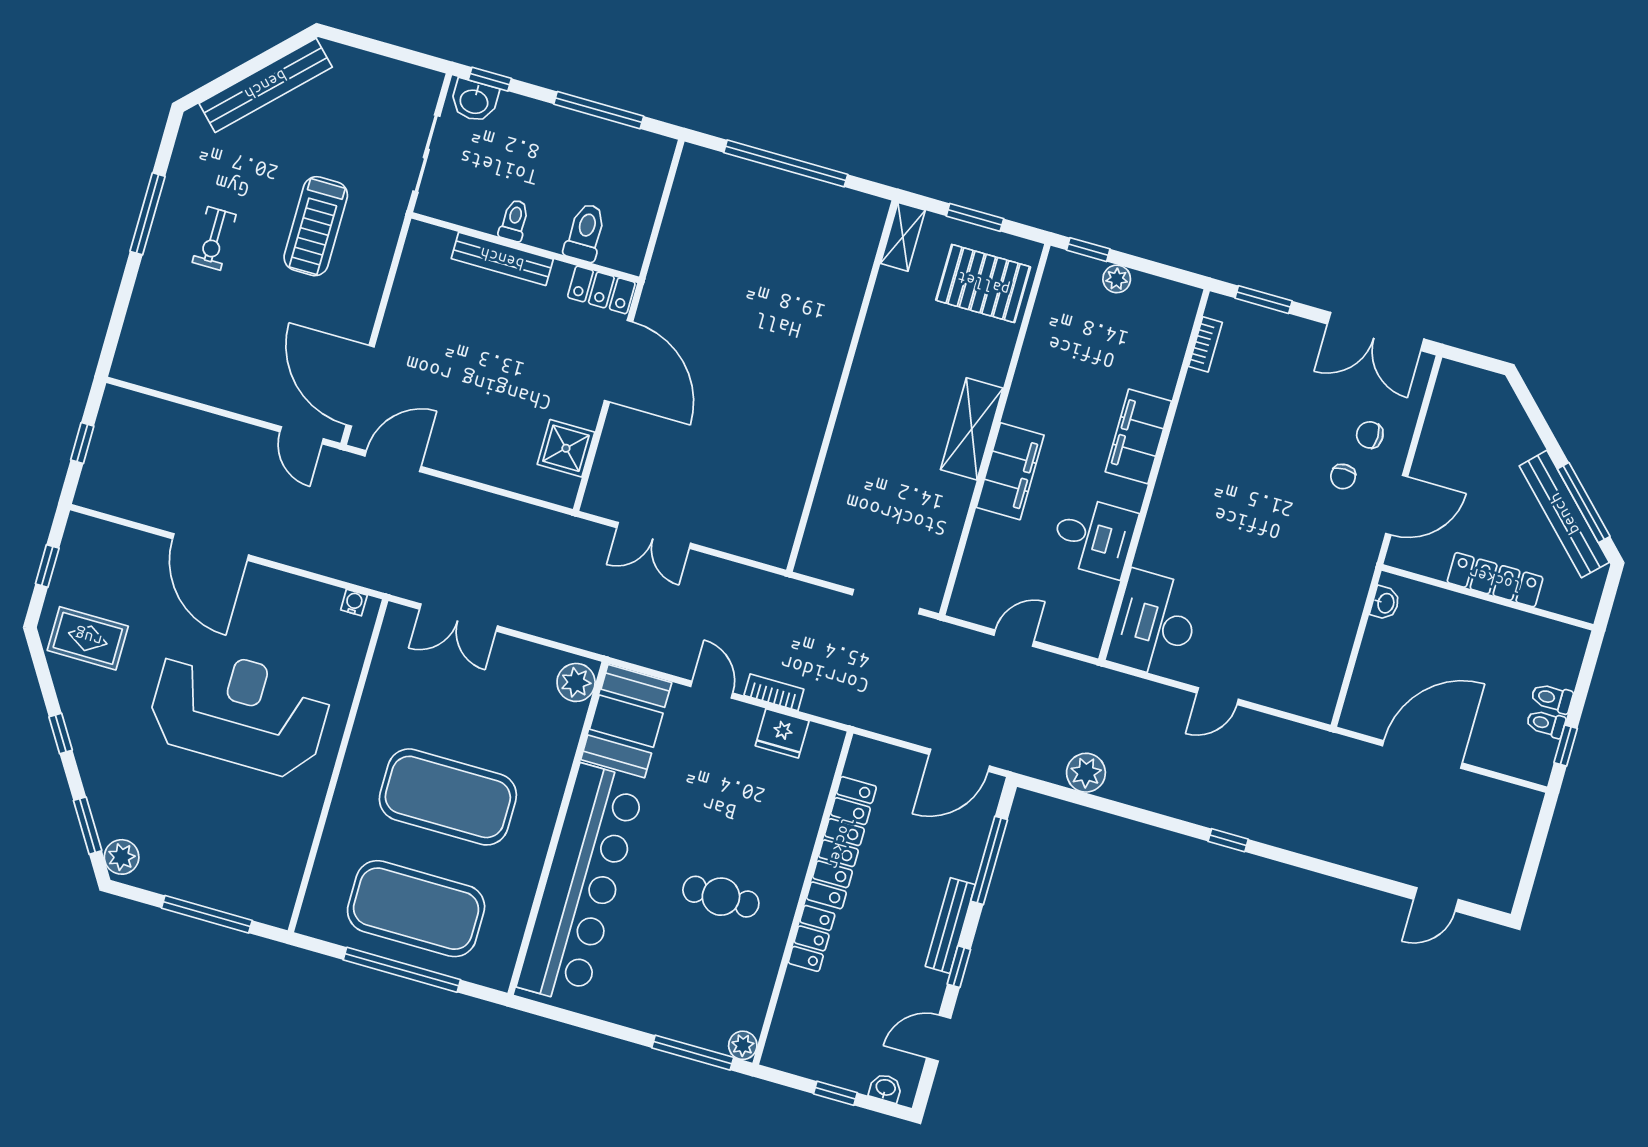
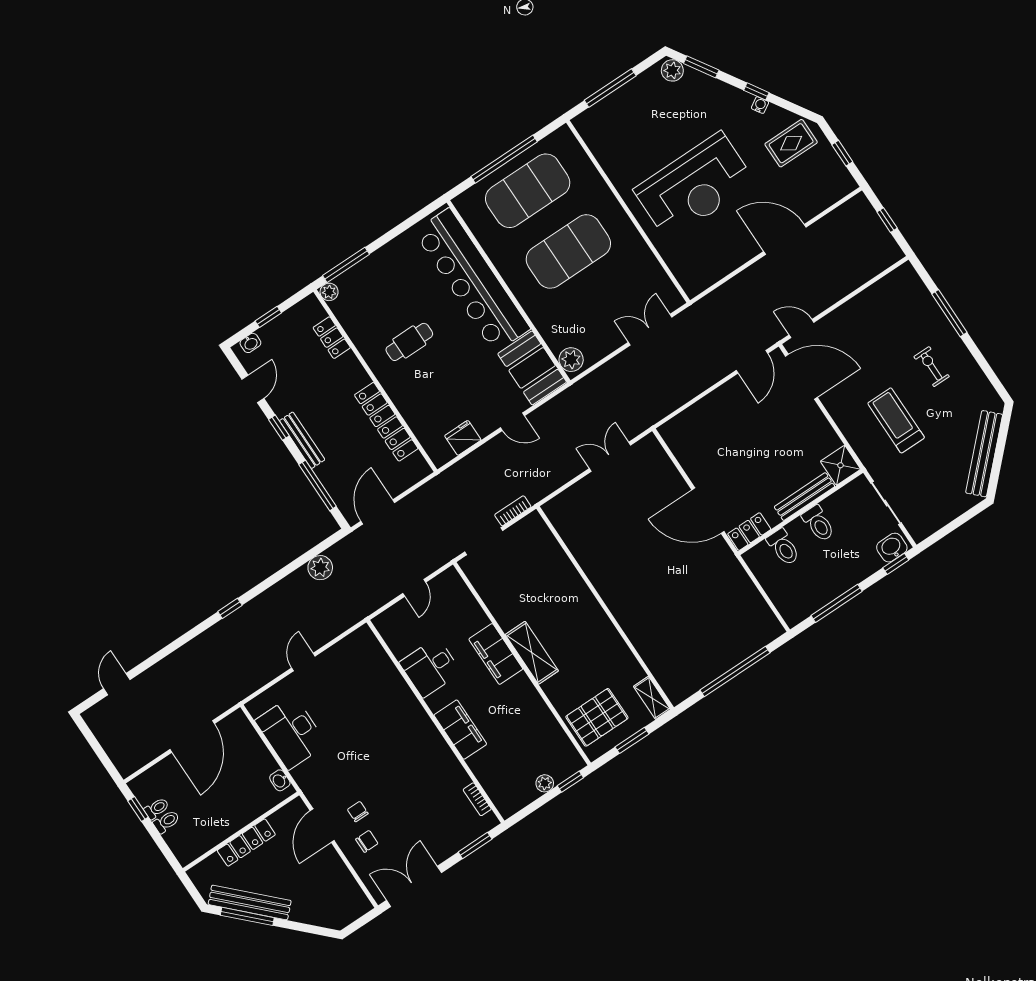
window: (148, 214) -> (949, 313), moved
toilet: (514, 220) -> (818, 524), width x1.37, depth x1.39
shower: (566, 448) -> (840, 465), moved
water cooler: (354, 602) -> (760, 105), moved, turned -122
desk: (1155, 624) -> (291, 732), moved, turned 180
bookcase: (774, 692) -> (513, 511), moved, turned 180
locker: (812, 938) -> (332, 338), moved

